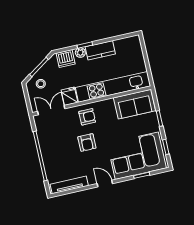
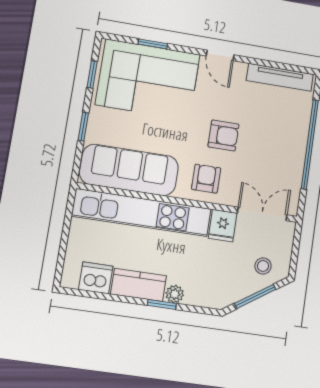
dishwasher: (66, 59) -> (96, 278), moved
sofa: (135, 104) -> (129, 170), width x1.36
double door: (51, 110) -> (262, 214), swing flipped
armchair: (87, 117) -> (206, 179), turned 90
armchair: (87, 143) -> (223, 135), turned 90

